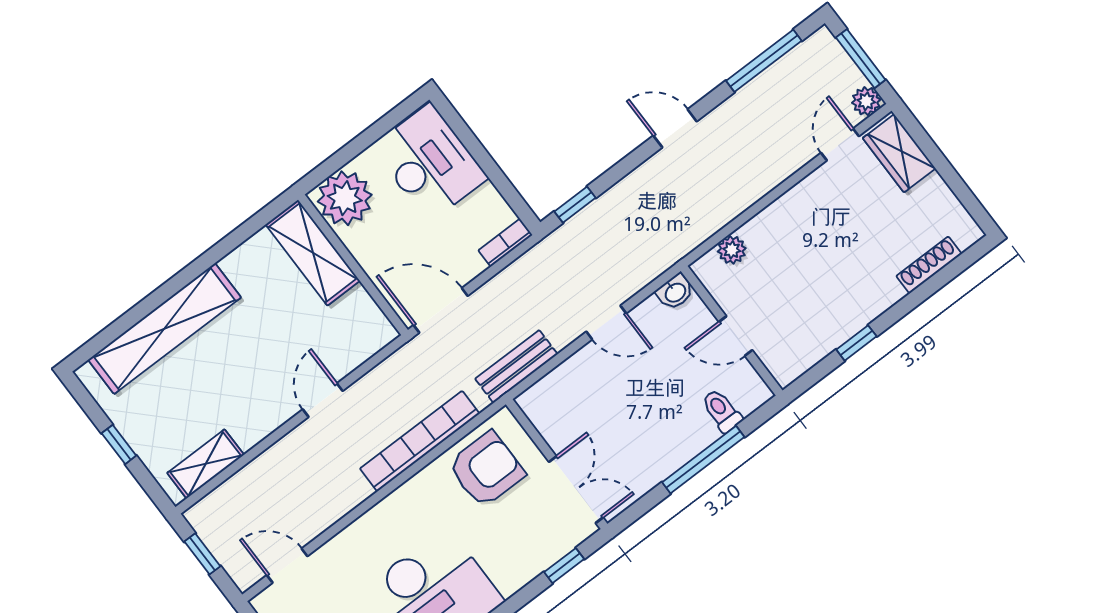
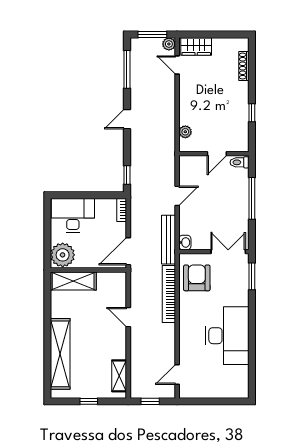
washbasin: (675, 292) -> (185, 242), moved
bench: (516, 366) -> (168, 240), width x1.36
toilet: (722, 411) -> (239, 162), moved
window: (564, 566) -> (252, 276), width x1.50

